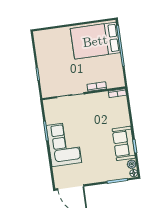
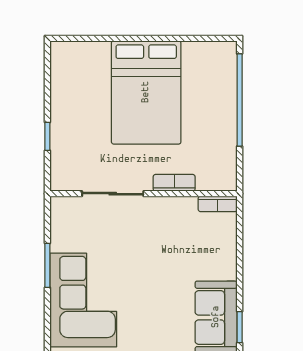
bed: (95, 41) -> (146, 92), moved, turned -90

